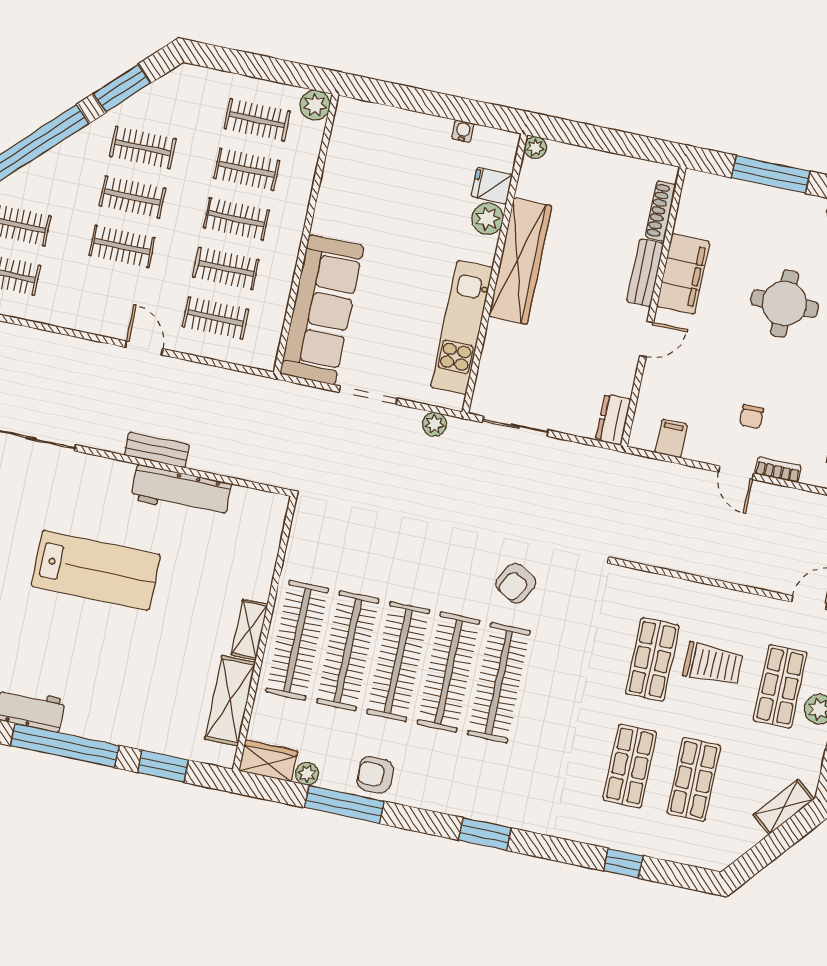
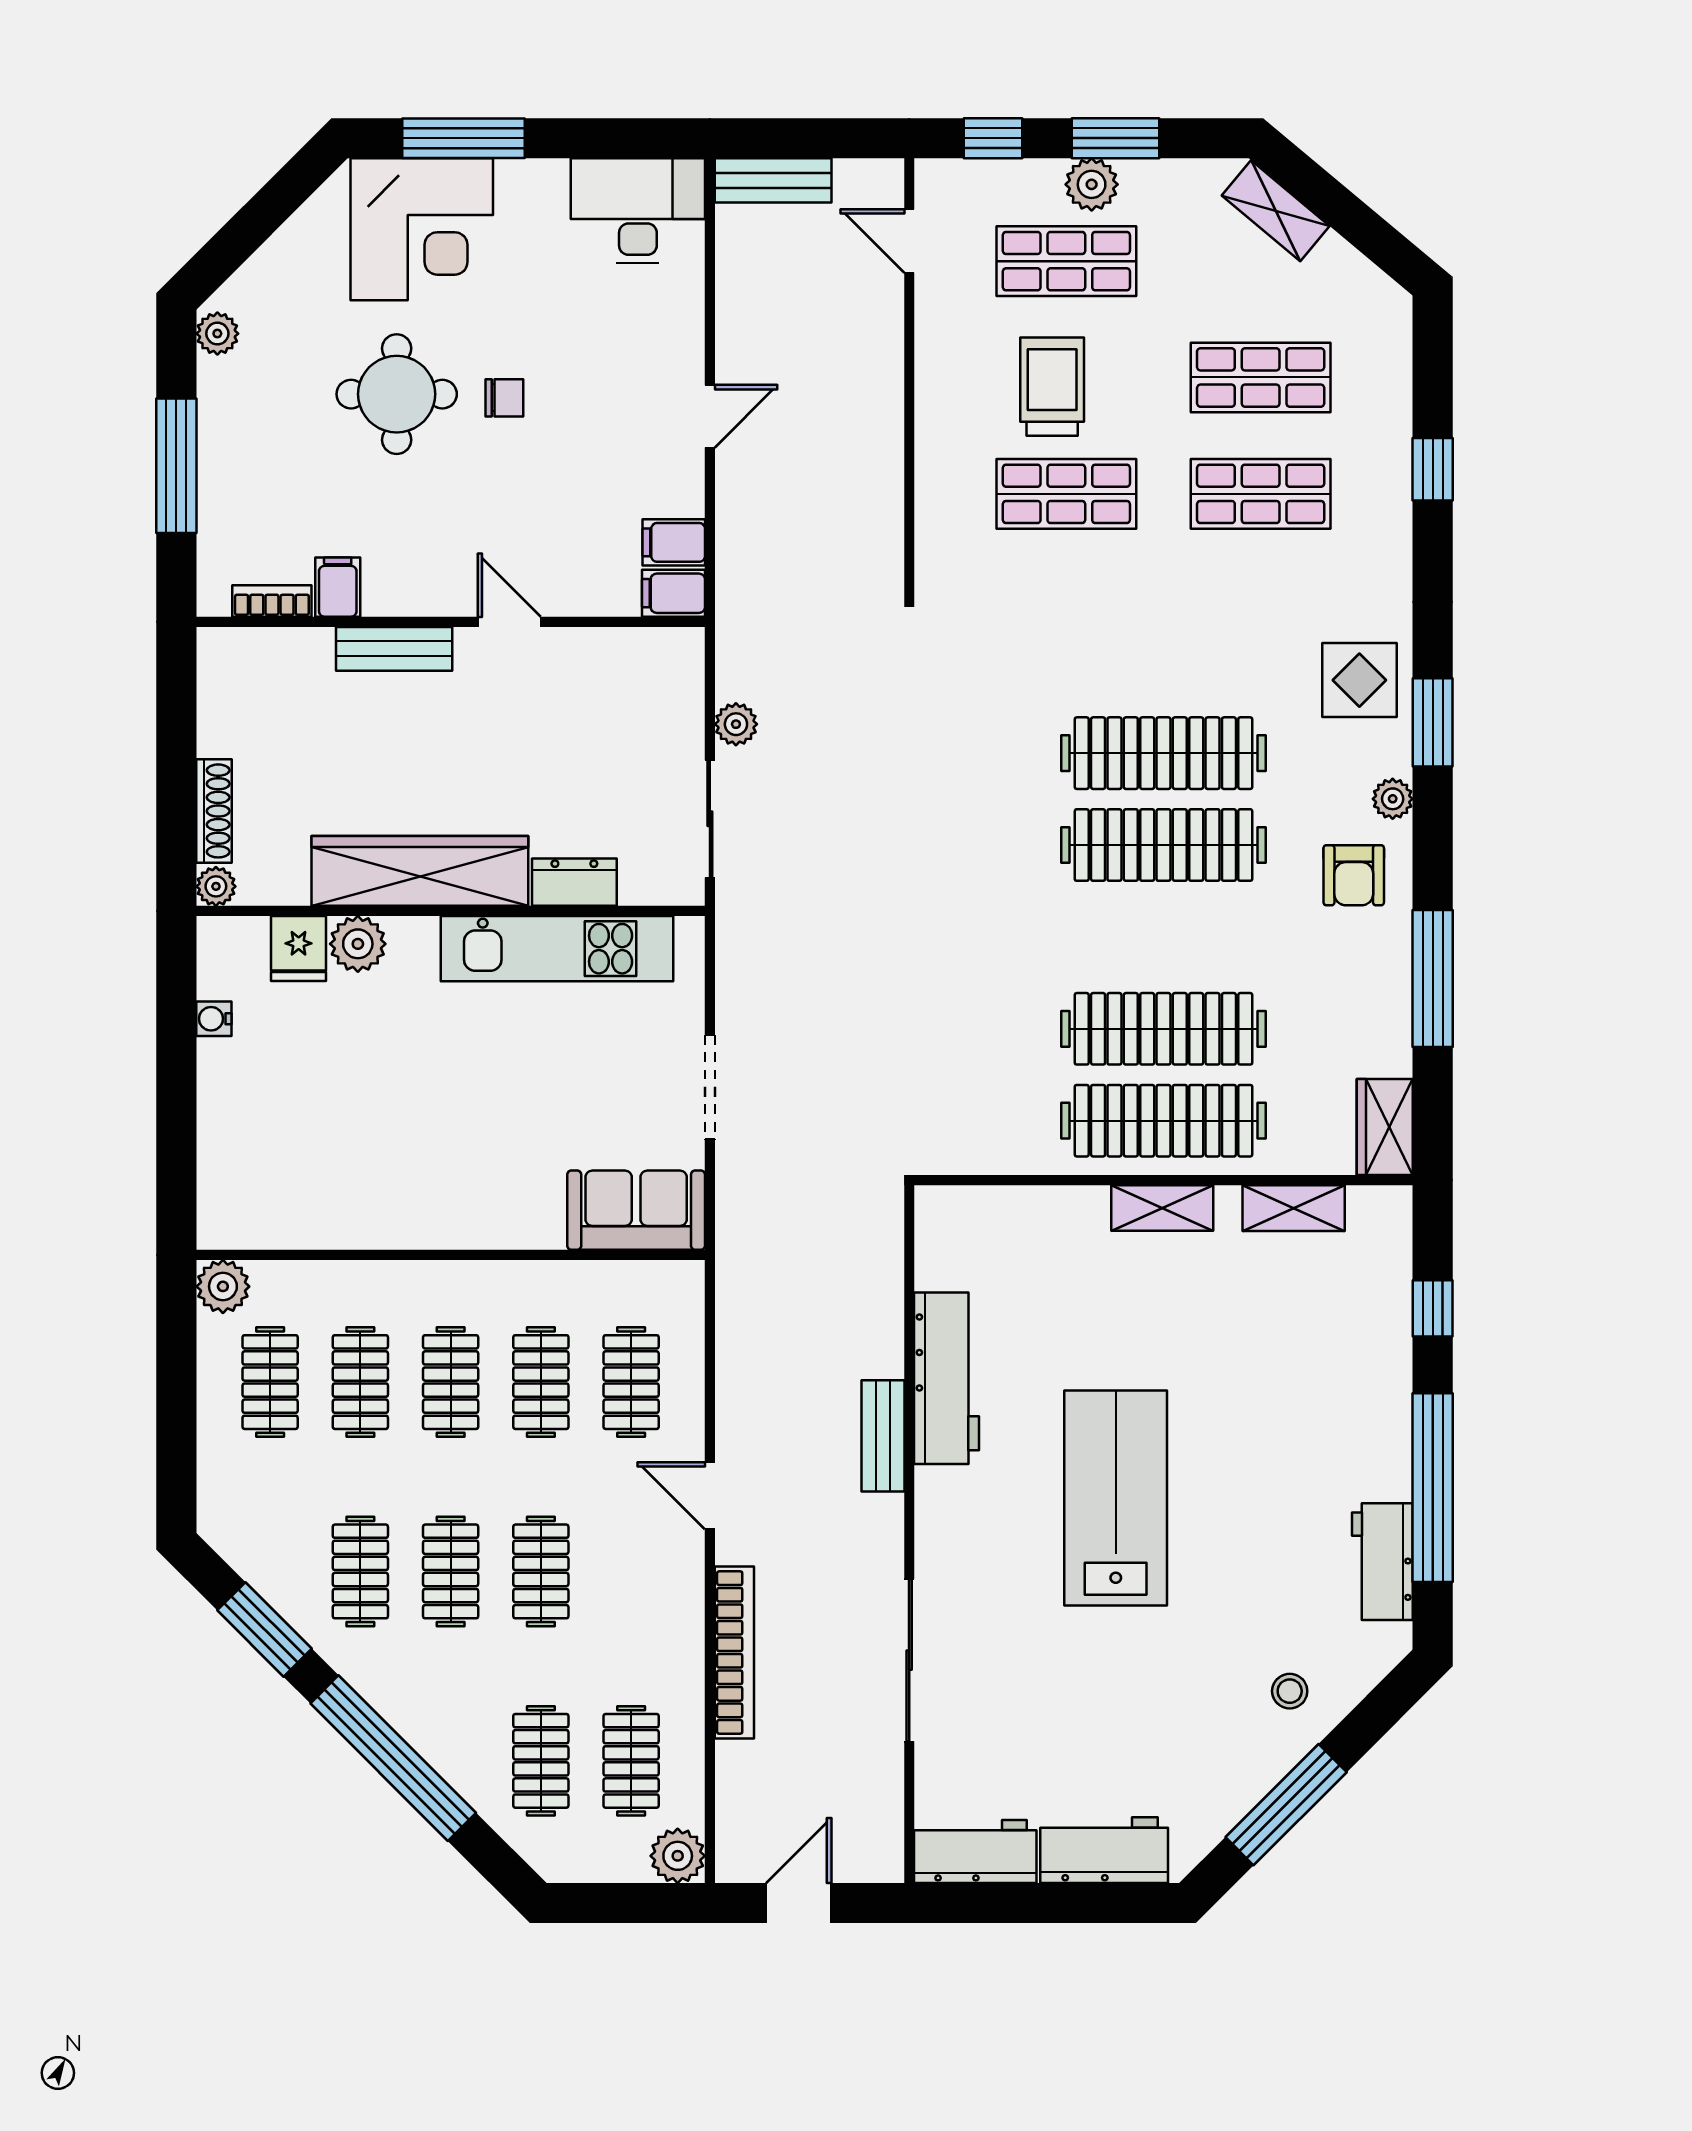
shoe rack: (661, 211) -> (214, 811), moved, turned -90
filing cabinet: (683, 274) -> (338, 587), width x0.33, depth x0.86
sofa: (322, 310) -> (636, 1210), width x0.54, depth x0.79
bookcase: (55, 343) -> (734, 1653), added
door: (144, 348) -> (710, 1496), hinge flipped
chair: (751, 417) -> (504, 398), moved
dresser: (613, 419) -> (574, 882), moved, turned 180
plant: (434, 424) -> (736, 724), moved
filing cabinet: (643, 432) -> (673, 593), added
bookcase: (778, 470) -> (272, 601), moved, turned 90
armchair: (516, 583) -> (984, 760), removed
clothes rail: (398, 662) -> (1163, 937), removed
shelving: (230, 701) -> (1294, 1208), width x0.67, depth x0.75
window: (163, 766) -> (1433, 1308), width x0.67
plant: (307, 774) -> (1393, 799), moved
armchair: (375, 775) -> (1354, 875), moved
display table: (516, 799) -> (1359, 680), added

